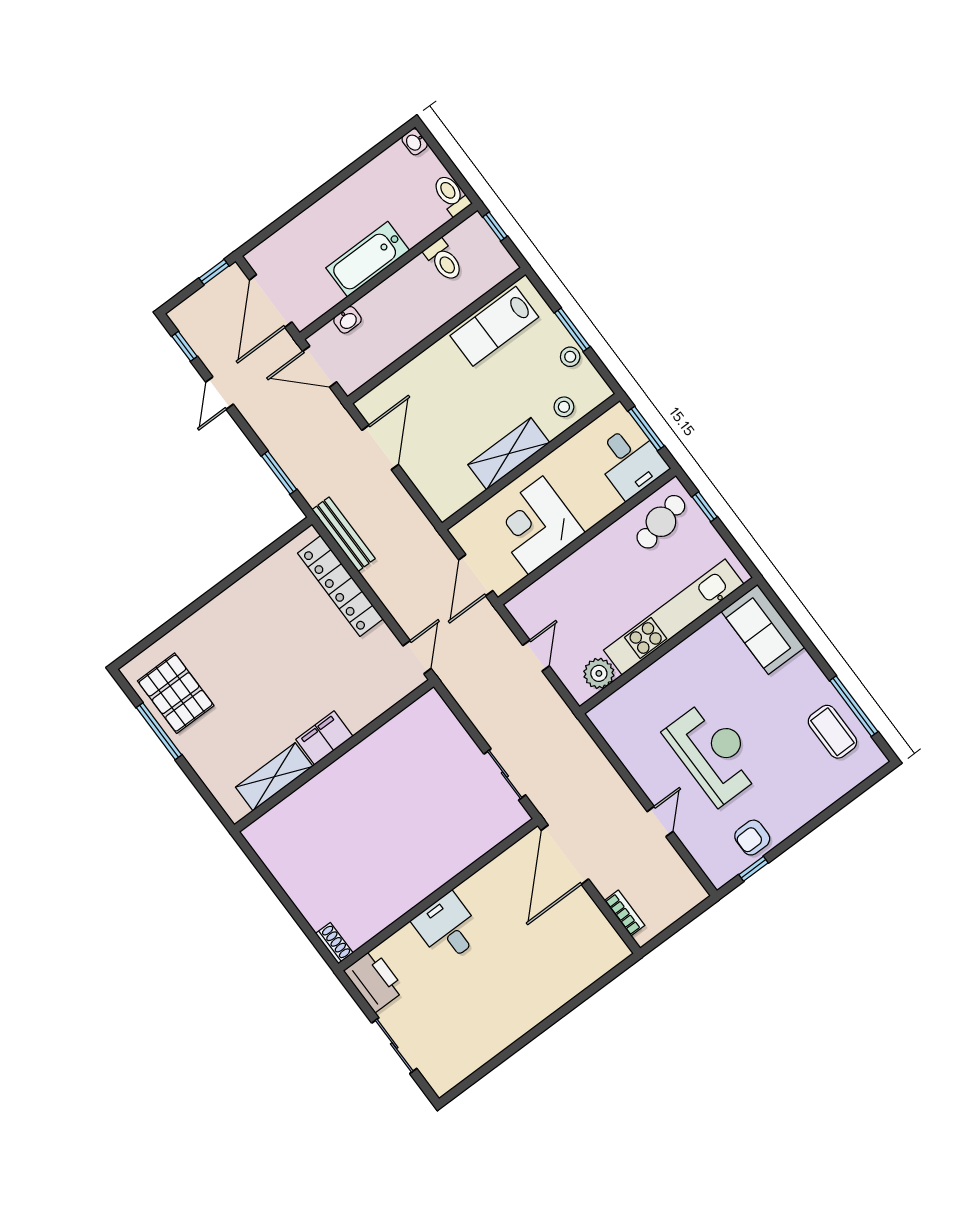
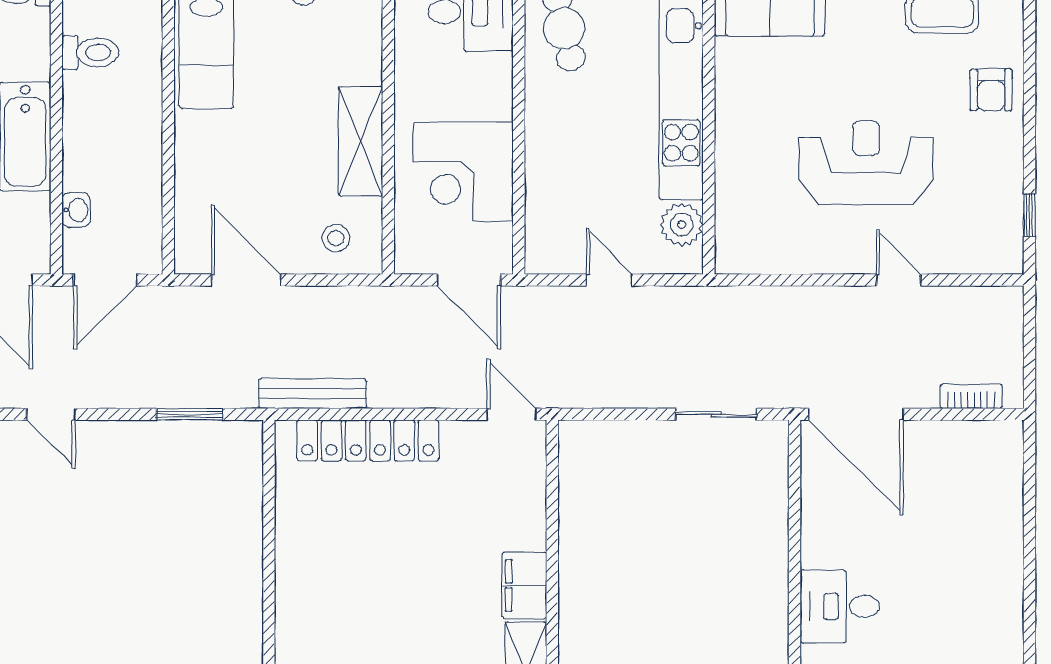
stool: (564, 407) -> (336, 238), moved
armchair: (752, 838) -> (991, 90), moved

